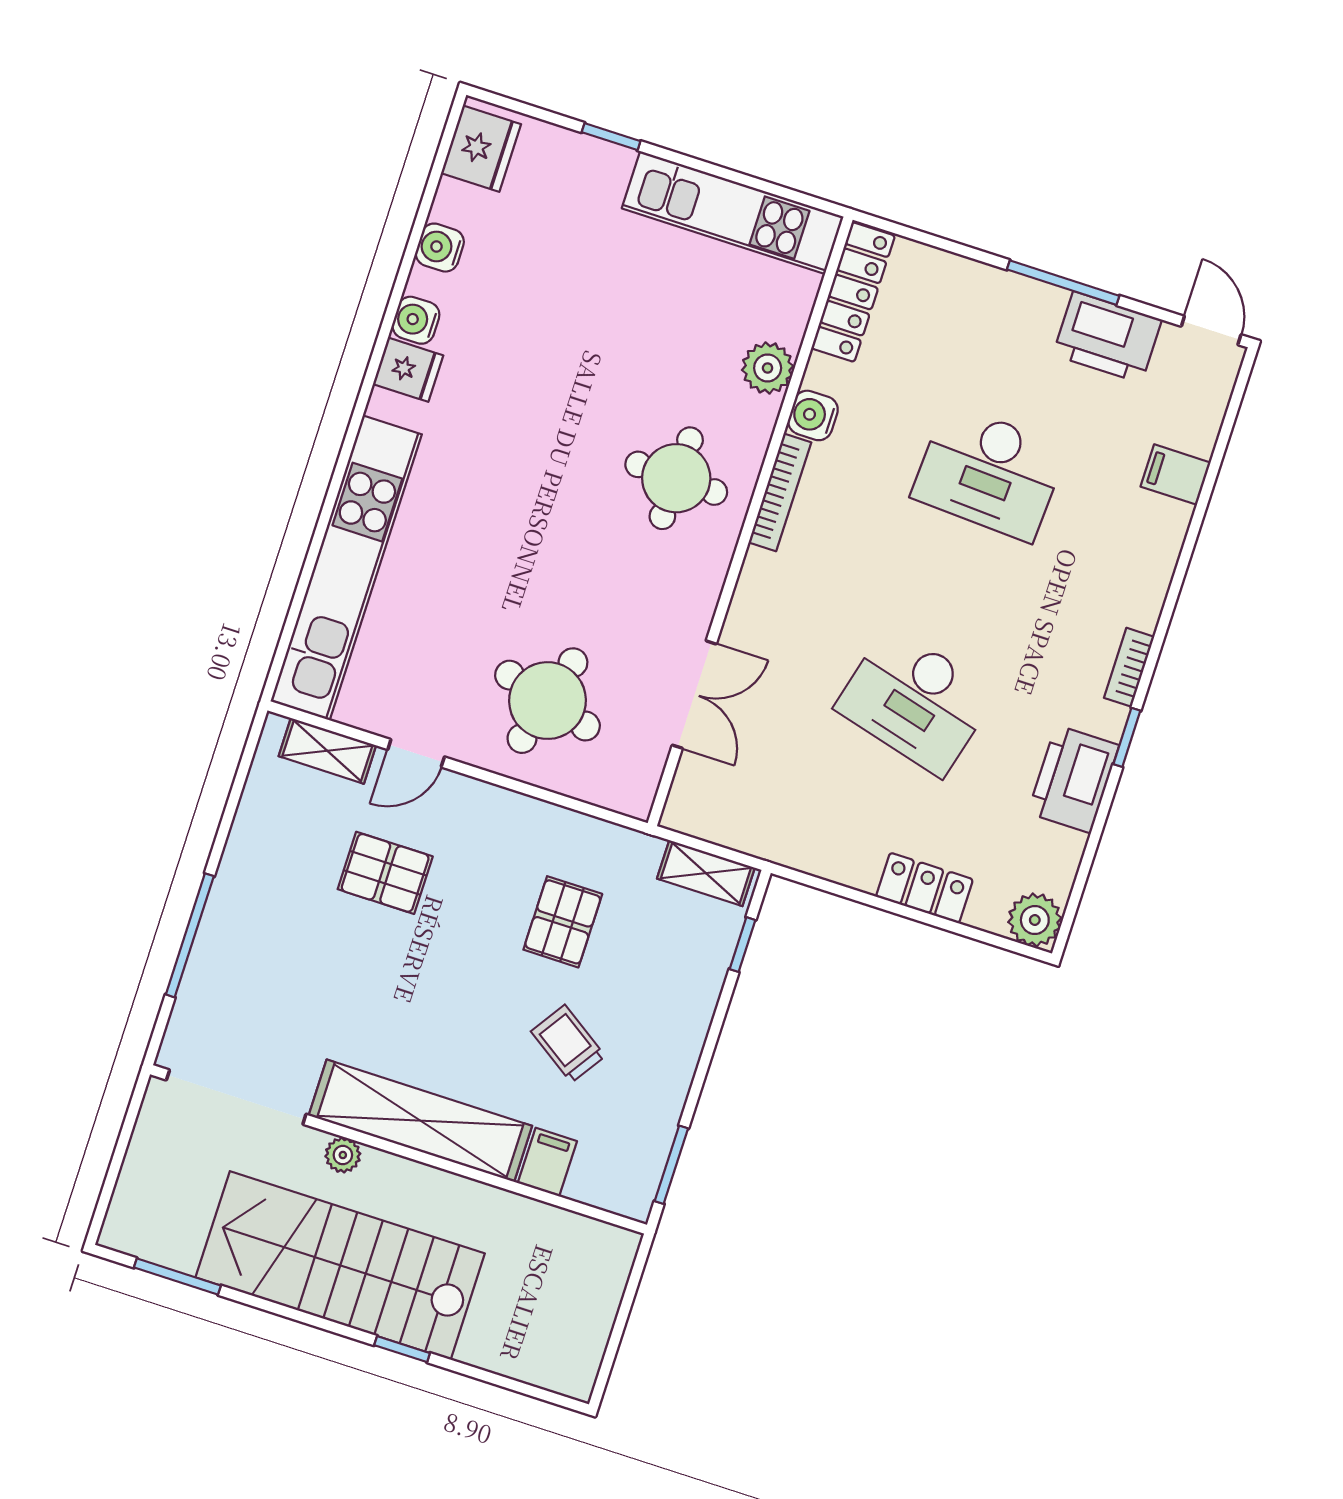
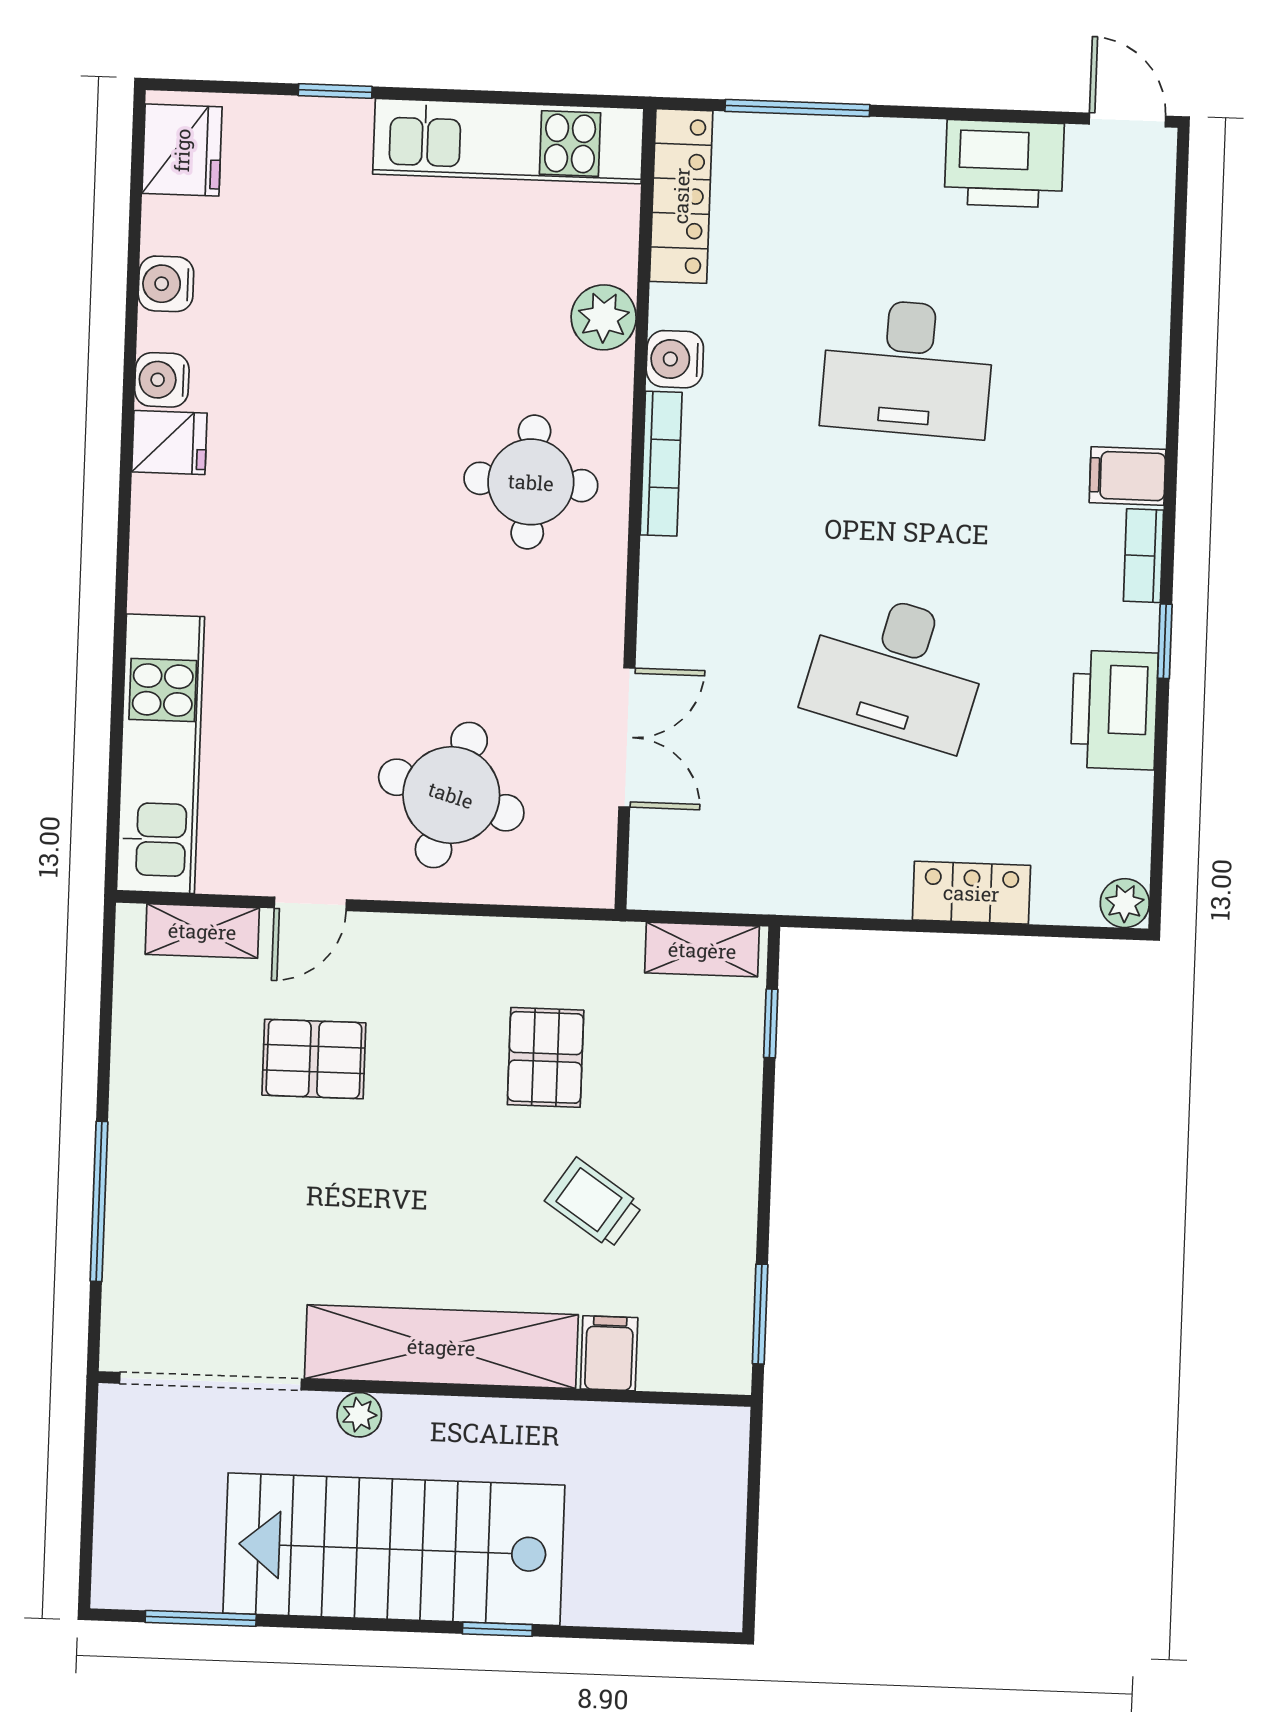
window: (1063, 283) -> (797, 108), moved
filing cabinet: (1176, 475) -> (1128, 476), moved
kitchen unit: (346, 568) -> (160, 754), width x0.73
plant: (1035, 920) -> (1125, 903), width x0.73, depth x0.73

